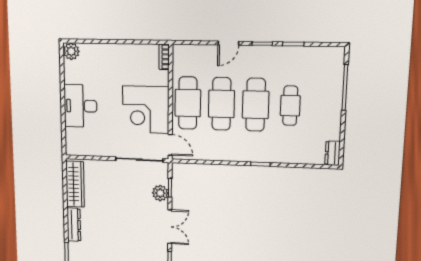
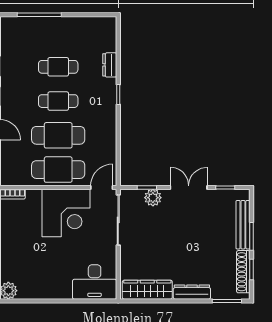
cafe table: (256, 105) -> (58, 101), width x0.73, depth x0.74
desk: (80, 106) -> (95, 282), moved
dresser: (333, 153) -> (110, 65), moved, turned 90

